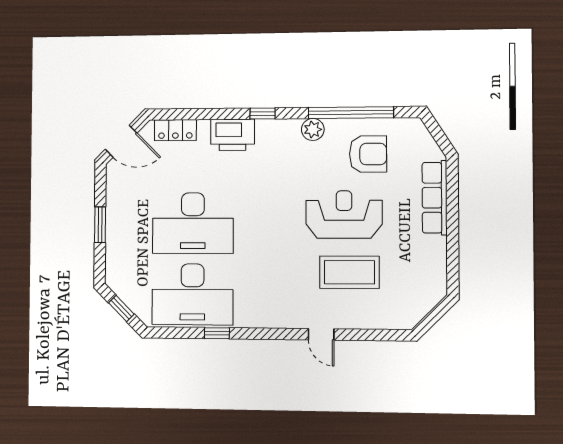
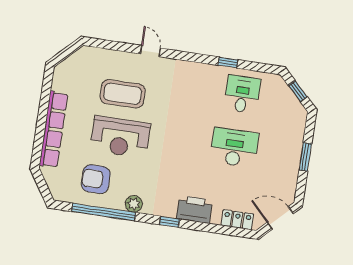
row of seats: (435, 198) -> (54, 129), width x1.36
desk: (193, 223) -> (234, 148), width x0.73, depth x0.77
desk: (192, 294) -> (242, 94), width x0.53, depth x0.77

